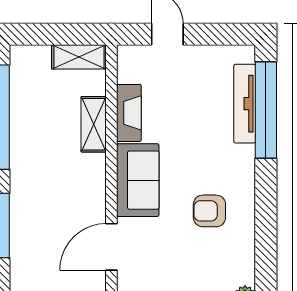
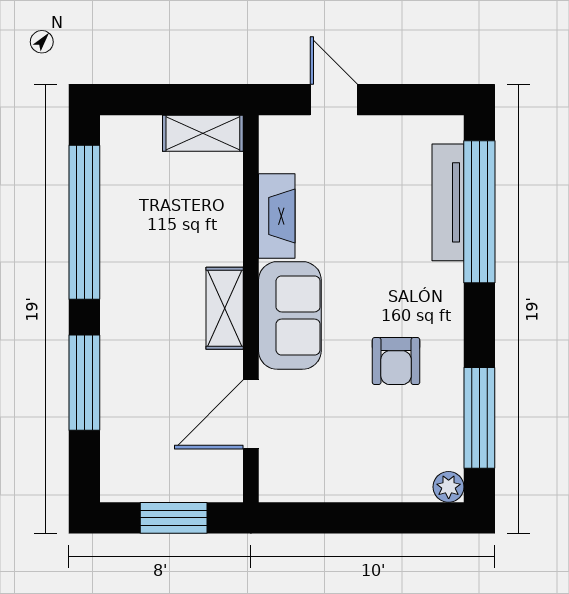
shelving: (94, 124) -> (225, 308), moved
armchair: (209, 211) -> (396, 361), turned -90
window: (266, 249) -> (479, 418), added

